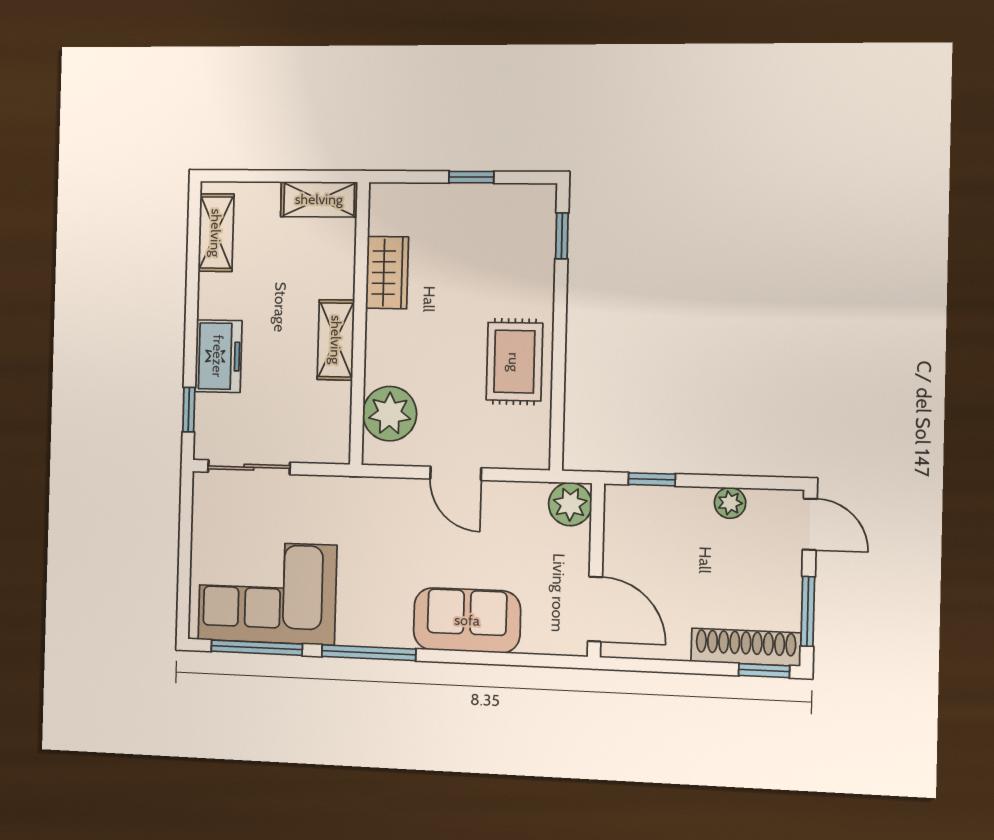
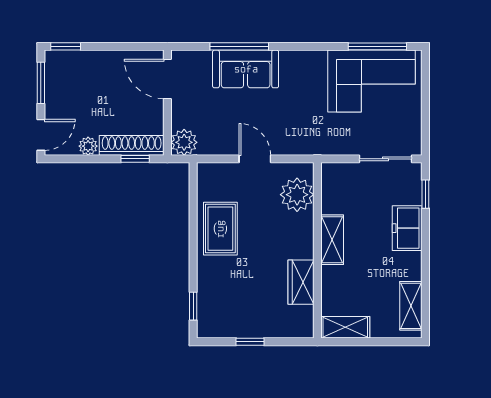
door: (810, 524) -> (41, 135), swing flipped
shoe rack: (746, 647) -> (132, 145), moved, turned 180
window: (369, 653) -> (239, 46), moved

